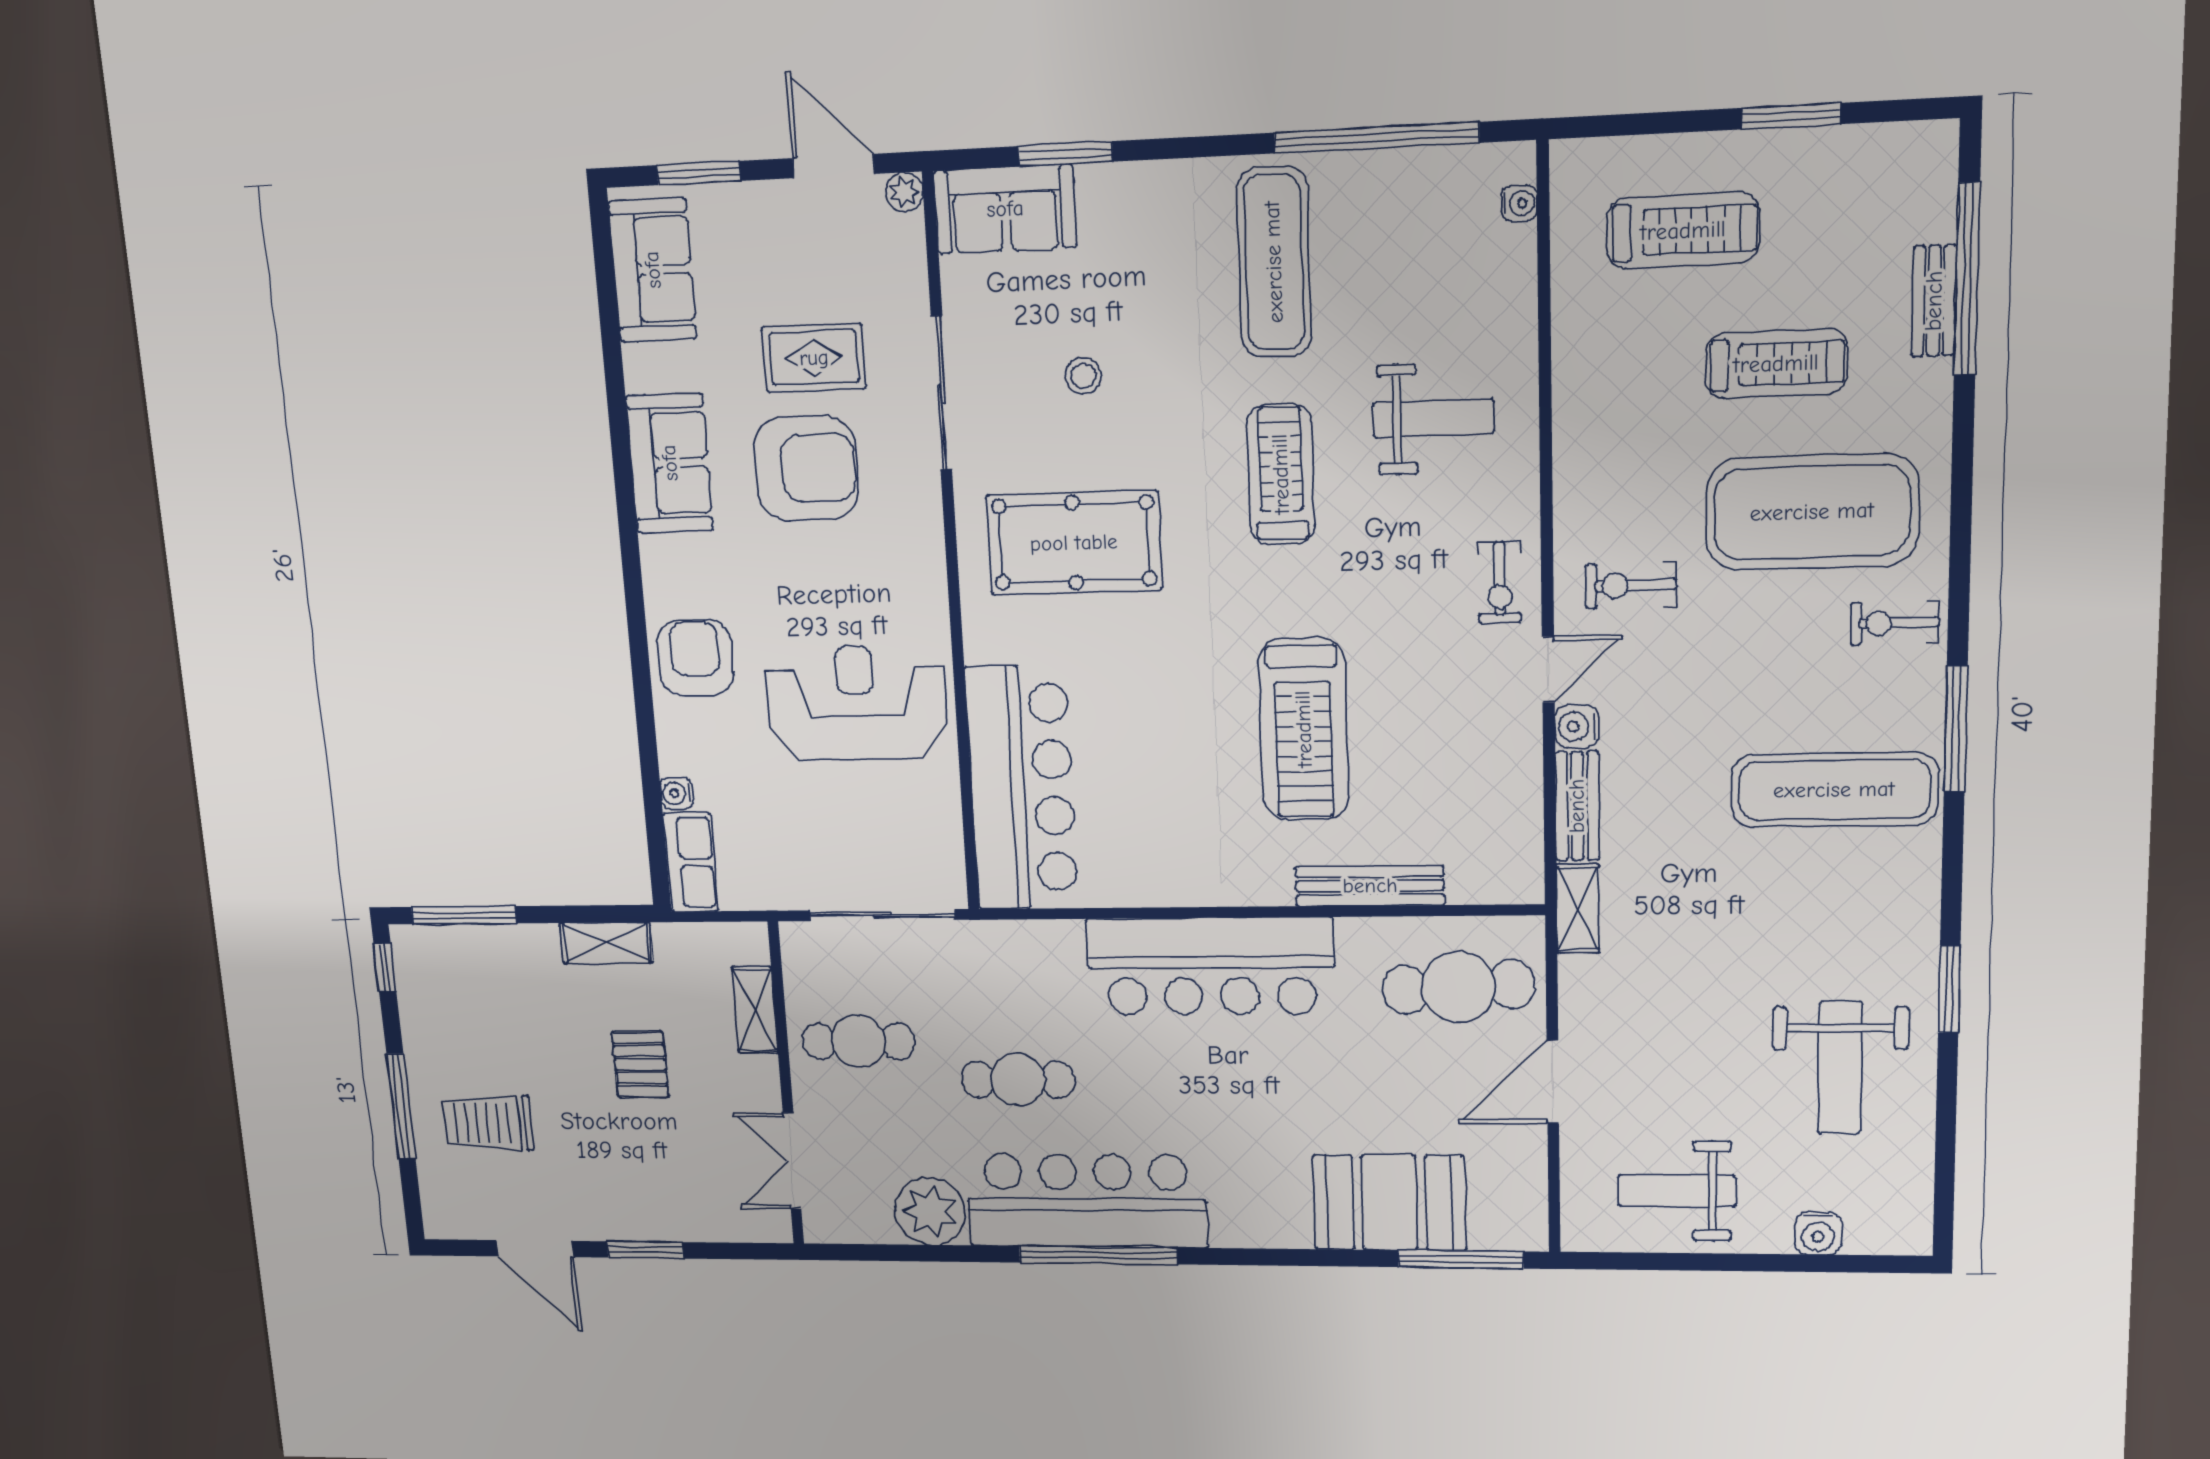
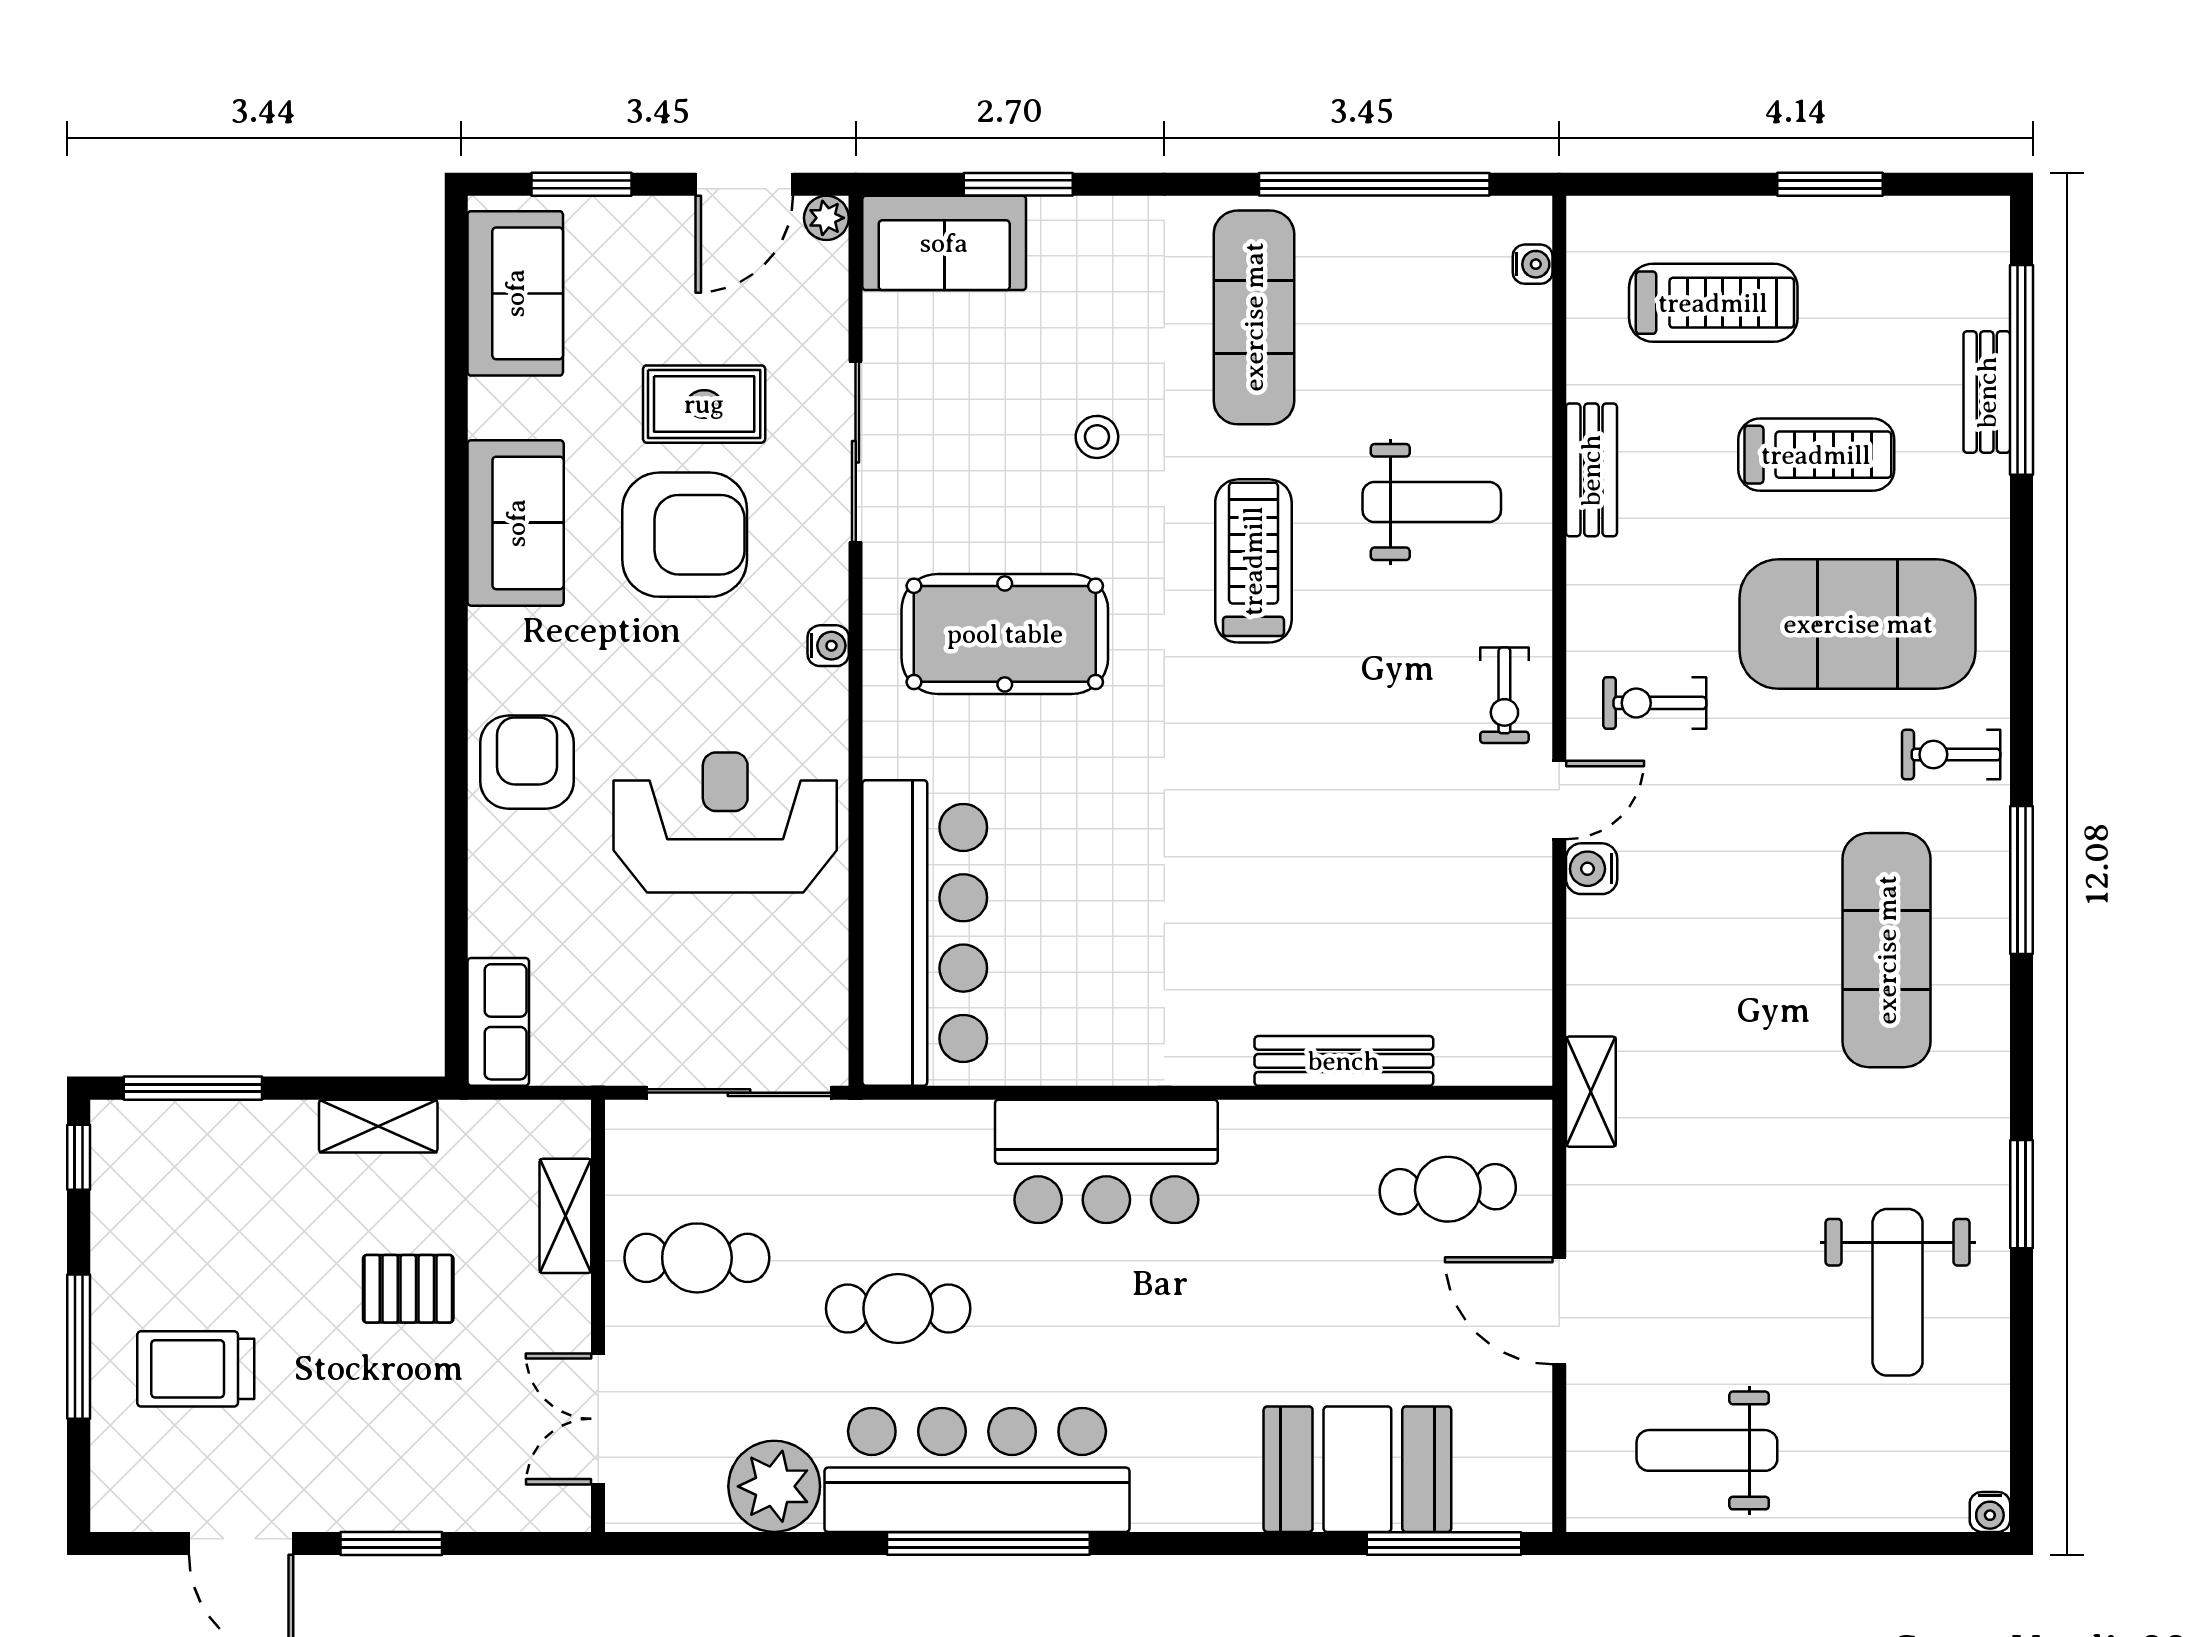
door: (834, 166) -> (744, 184), swing flipped
stool: (1083, 376) -> (1097, 437), moved
treadmill: (1304, 729) -> (1270, 866), removed
exercise mat: (1834, 790) -> (1887, 950), turned 90
water cooler: (677, 793) -> (828, 646), moved, turned 180
bench: (1577, 806) -> (1591, 470), moved
bar counter: (1211, 966) -> (1106, 1161), width x0.73
cafe table: (1458, 987) -> (1448, 1189), width x0.73, depth x0.74
pallet: (640, 1064) -> (408, 1289), turned 90
door: (1553, 1082) -> (1559, 1311), hinge flipped
water cooler: (1818, 1233) -> (1990, 1512), moved, width x0.72, depth x0.72

